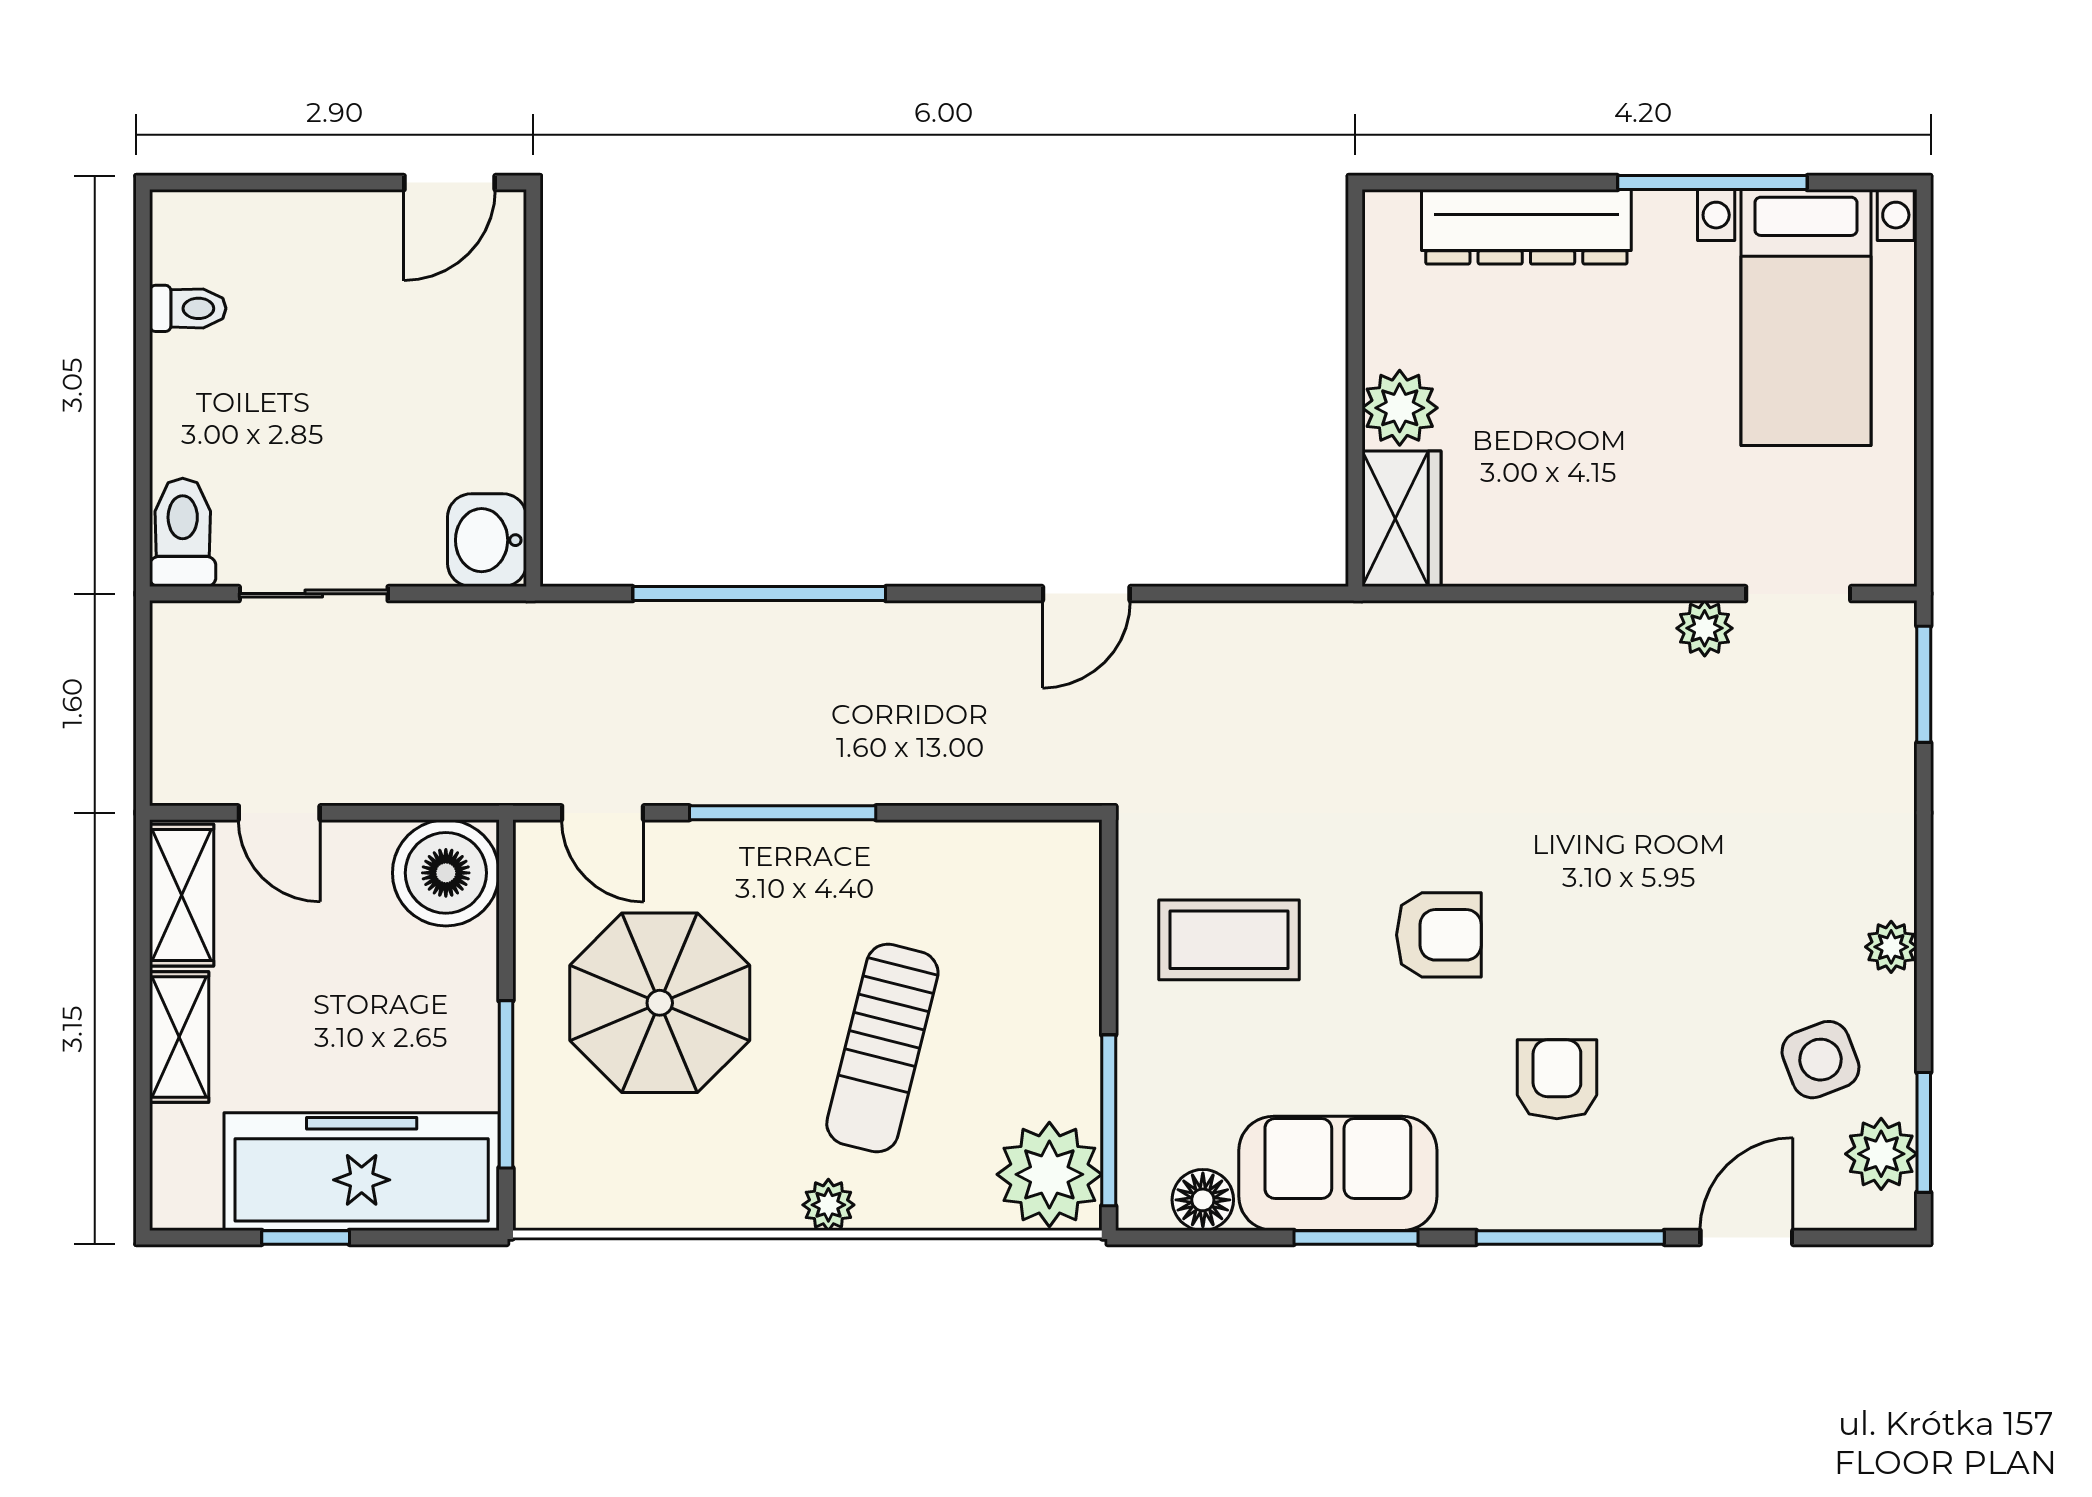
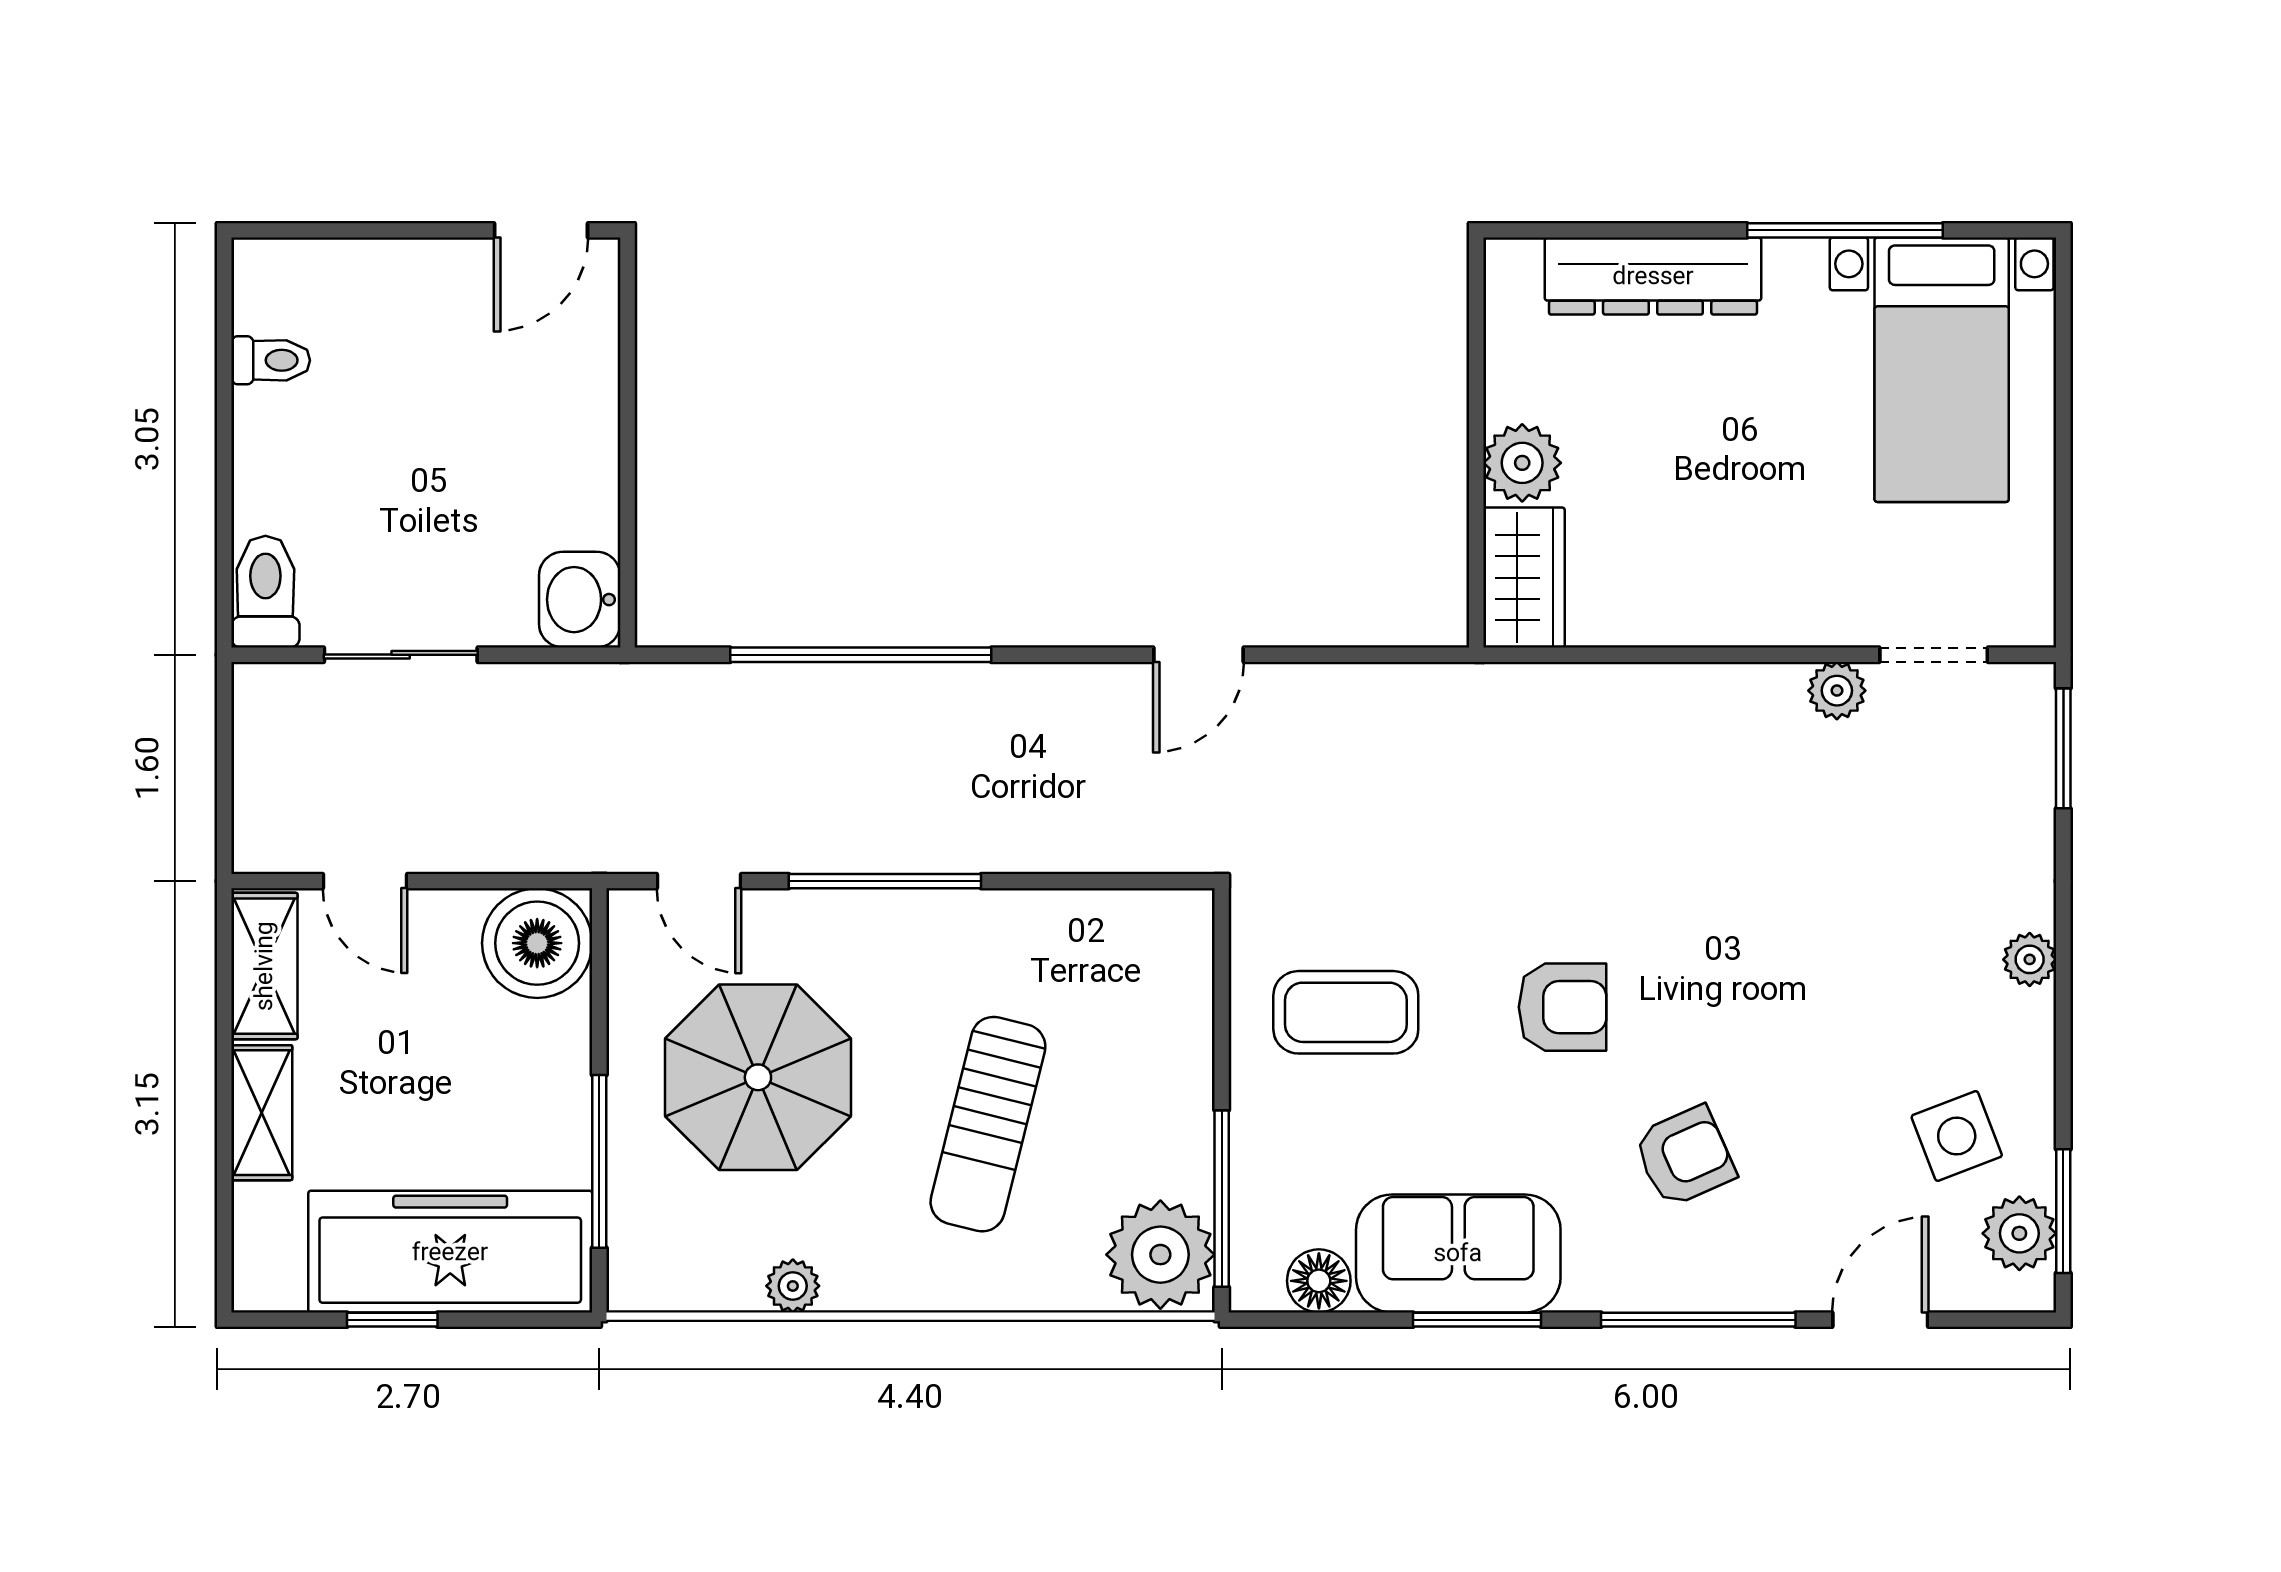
plant: (1891, 947) -> (2030, 959), moved
armchair: (1557, 1079) -> (1685, 1156), turned 66
plant: (828, 1205) -> (793, 1286), moved

